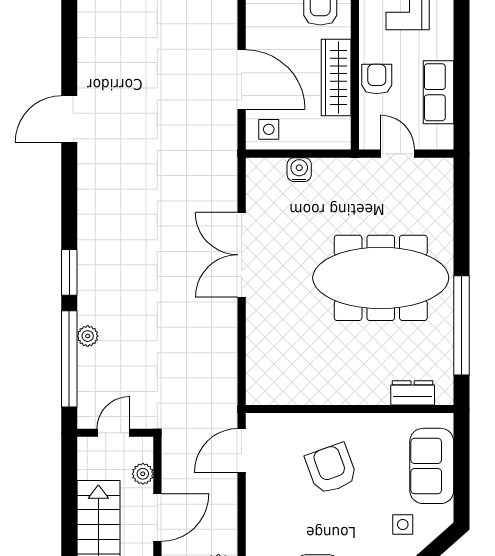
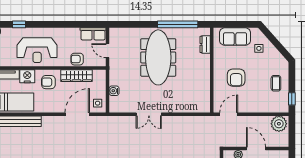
row of seats: (438, 92) -> (93, 34), moved
door: (397, 154) -> (108, 51), hinge flipped
double door: (242, 255) -> (149, 114), width x0.73
door: (242, 450) -> (229, 114), swing flipped
armchair: (331, 469) -> (236, 78), turned -70

